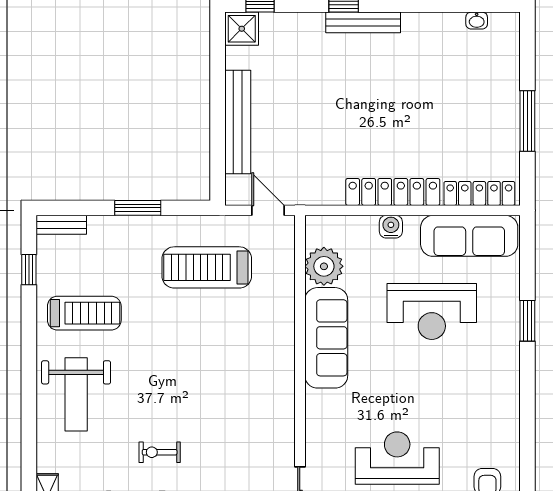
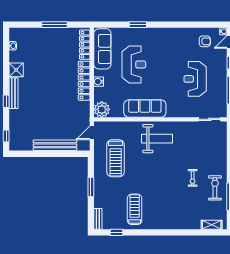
shower: (242, 29) -> (16, 70), moved
plant: (324, 266) -> (102, 109), moved
weight bench: (76, 394) -> (157, 139), moved

